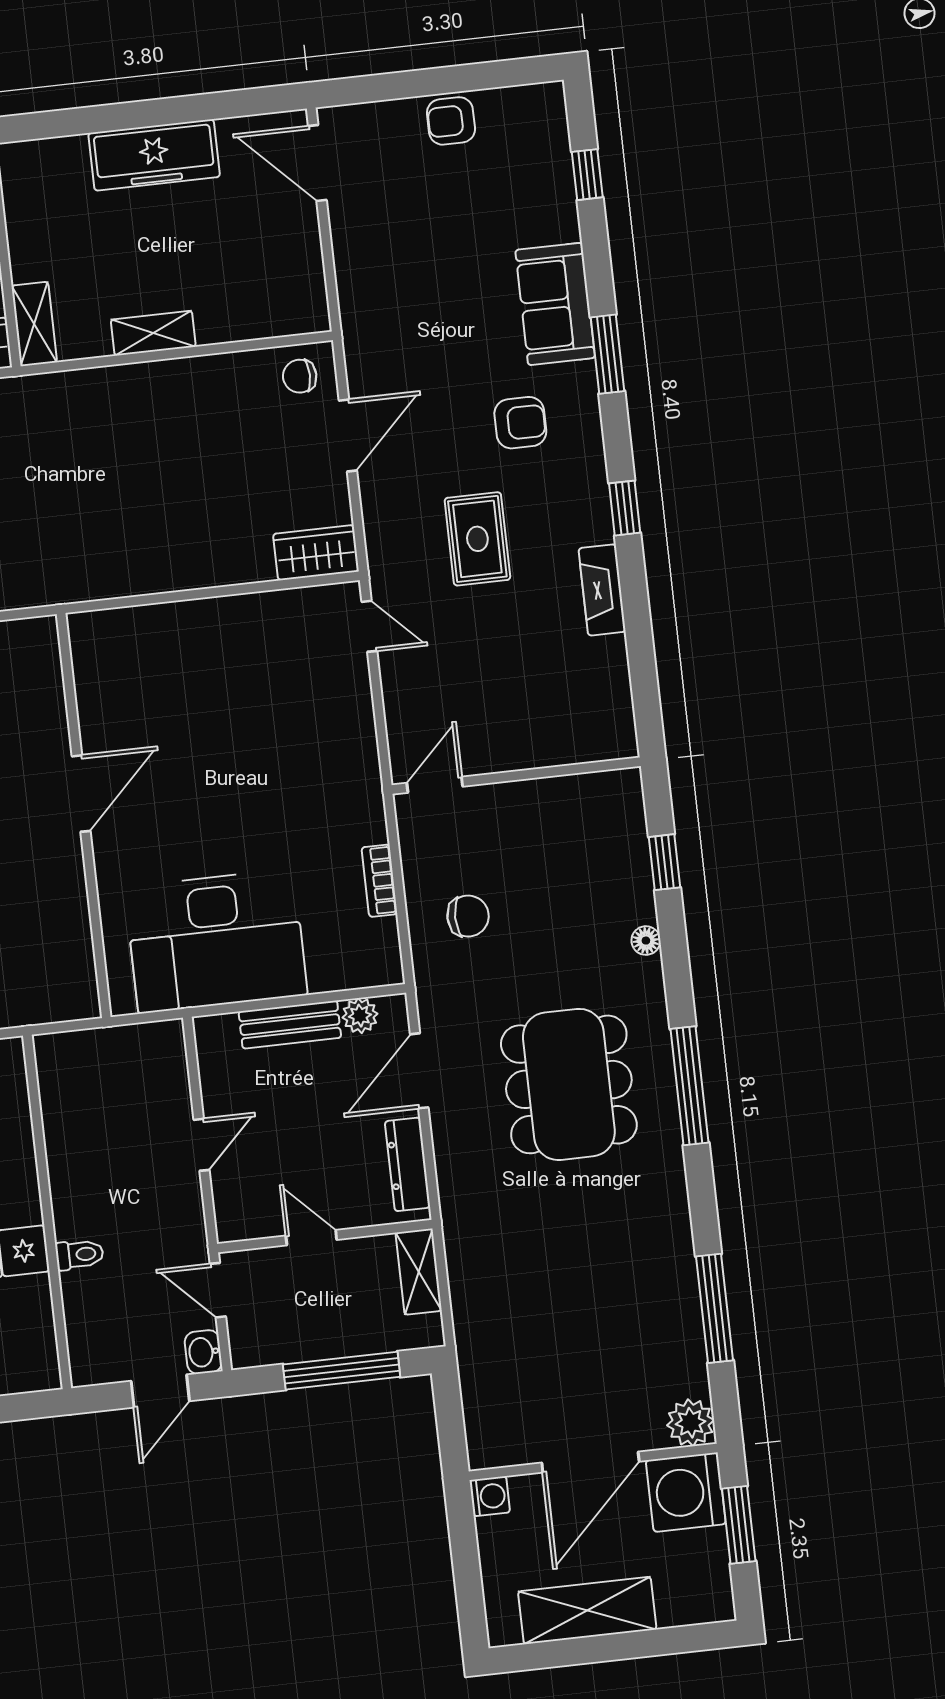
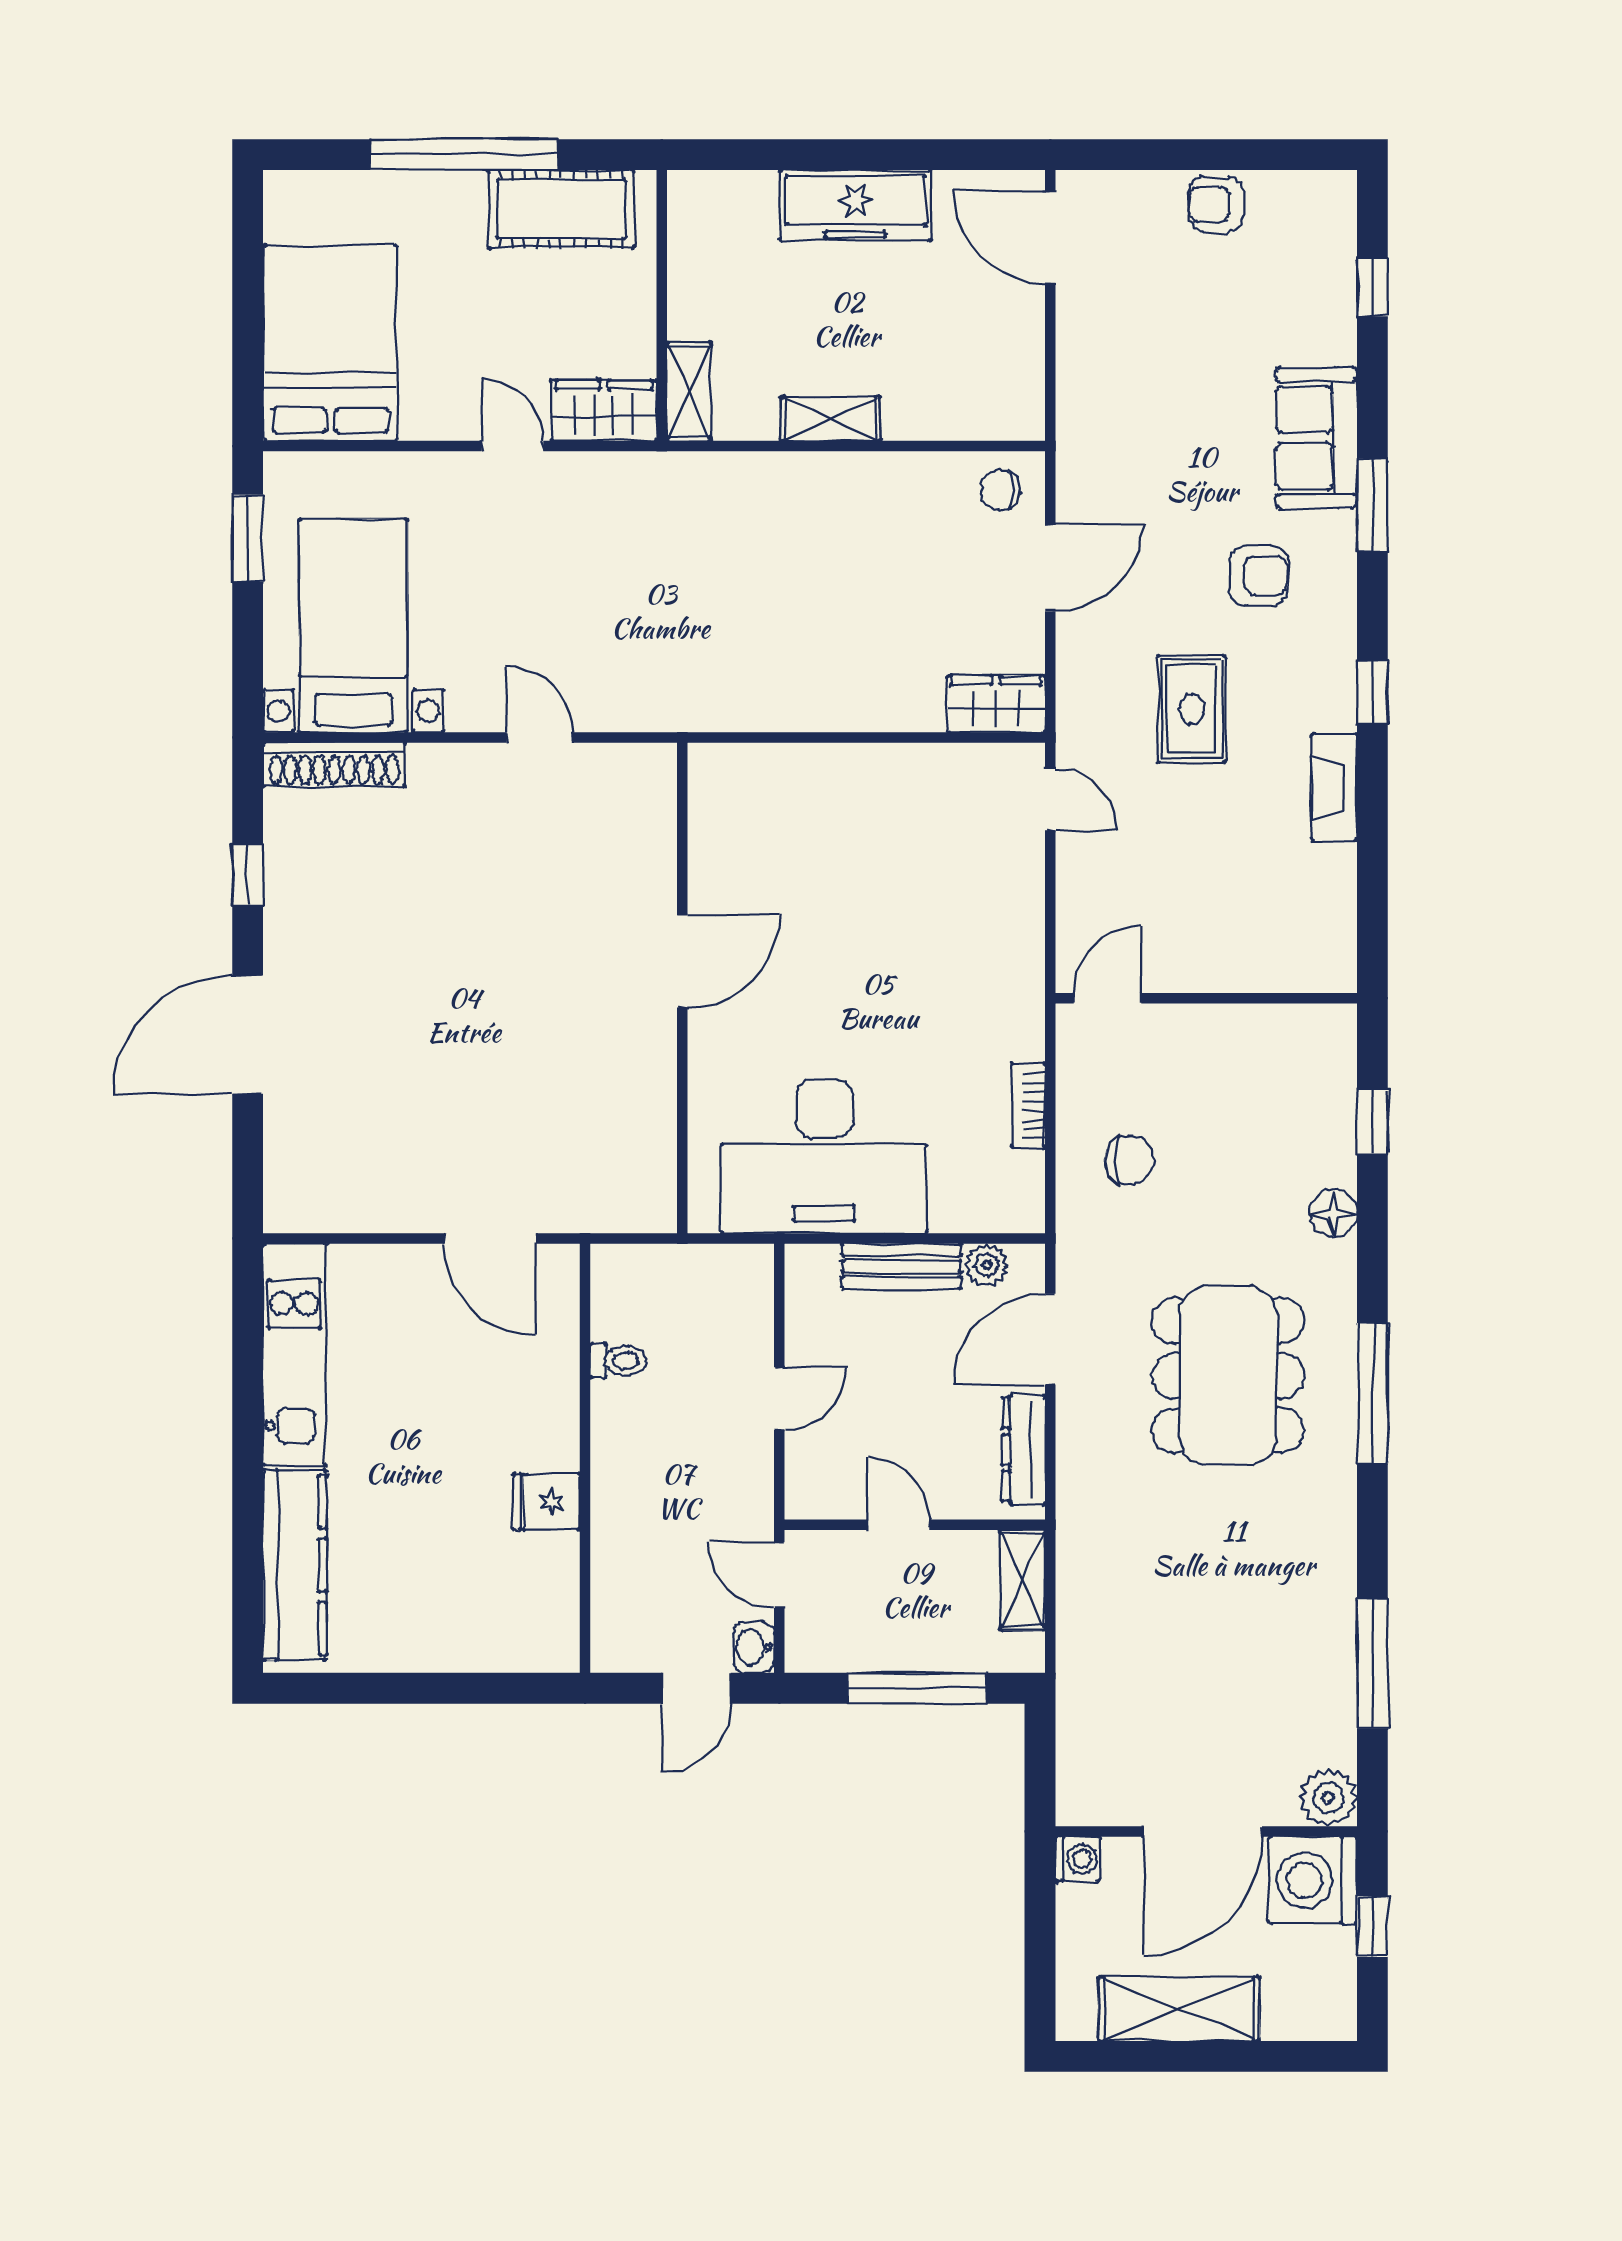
floor lamp: (646, 941) -> (1333, 1213), width x1.37, depth x1.37
toilet: (79, 1255) -> (618, 1361), moved
window: (739, 1525) -> (1372, 1927), width x0.67

